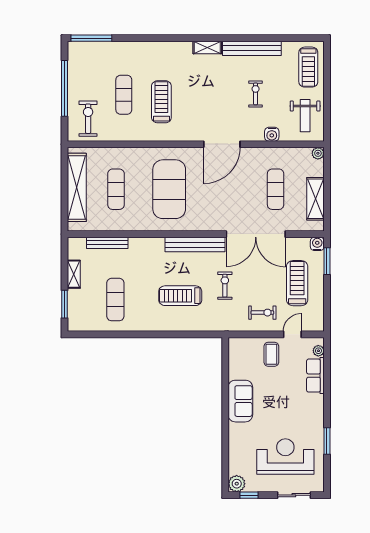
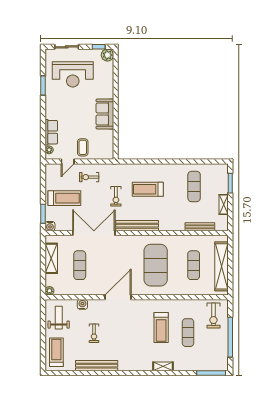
shelving: (207, 47) -> (163, 366), moved
treadmill: (297, 283) -> (64, 198), turned -90
treadmill: (180, 296) -> (148, 189), turned 180

